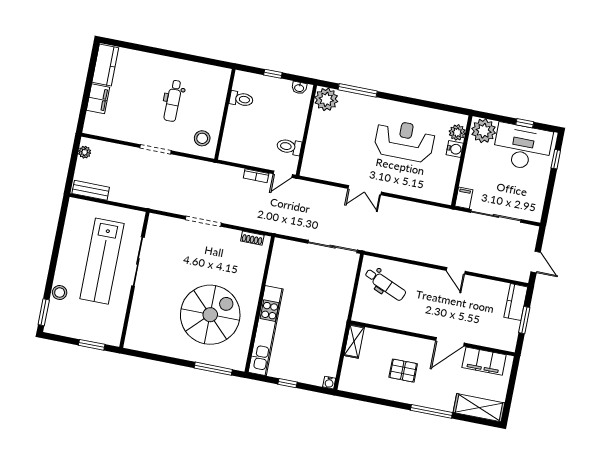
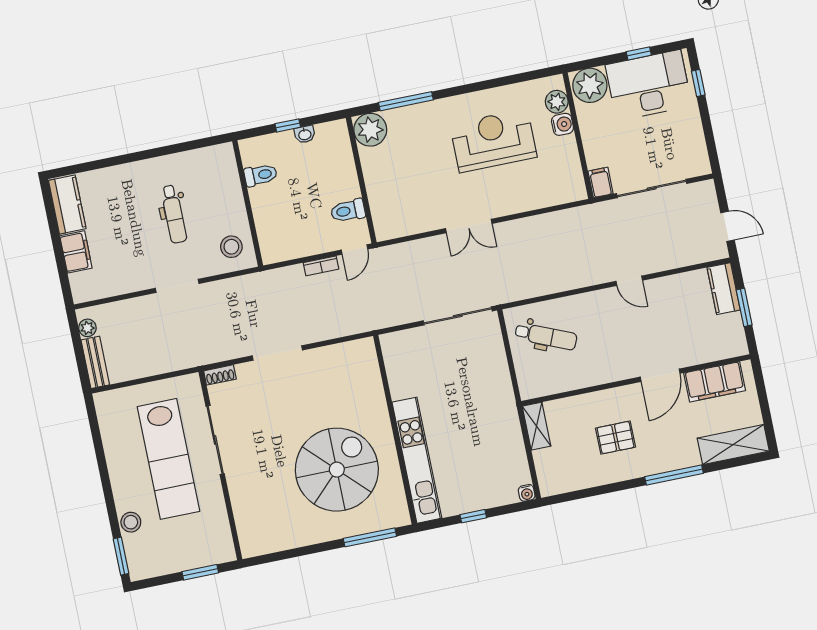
washbasin: (299, 88) -> (305, 134), moved
bench: (91, 190) -> (95, 362), moved, turned 90
shoe rack: (252, 238) -> (220, 375), moved

